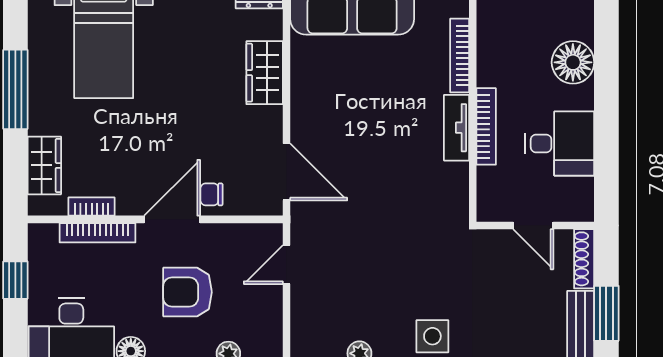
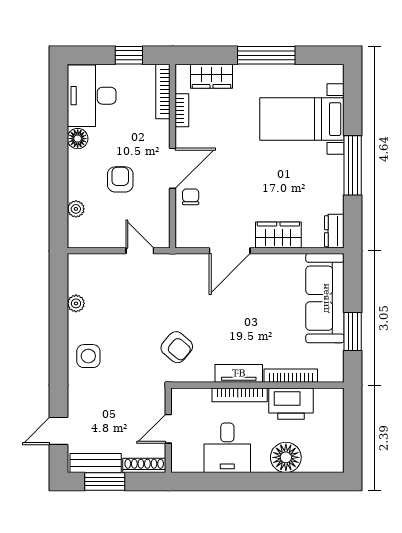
printer: (498, 55) -> (291, 404), added
door: (286, 172) -> (230, 251), moved
armchair: (420, 214) -> (177, 347), added
door: (172, 219) -> (173, 168), hinge flipped
bookcase: (97, 233) -> (163, 91), moved
armchair: (187, 292) -> (120, 179), width x0.72, depth x0.72

